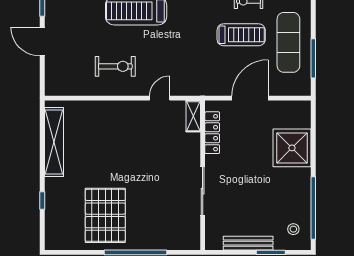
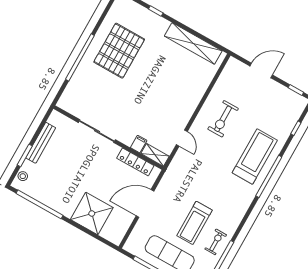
door: (42, 42) -> (261, 70), moved
door: (250, 98) -> (145, 203), swing flipped
filing cabinet: (192, 140) -> (139, 144), added
pallet: (105, 215) -> (119, 51), turned 90
stool: (293, 229) -> (23, 176), moved

